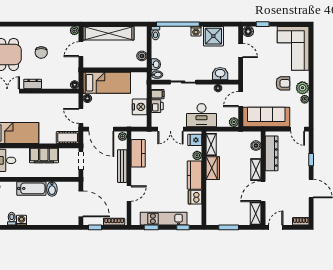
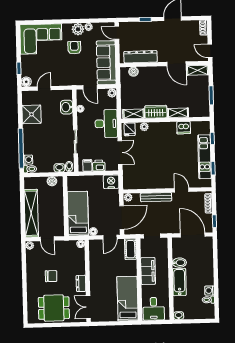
washing machine: (196, 31) -> (28, 160), moved
nightstand: (140, 107) -> (111, 182), moved
door: (298, 129) -> (117, 33), swing flipped
kitchen counter: (138, 153) -> (144, 182), removed
shelving: (256, 170) -> (178, 113), moved
kitchen counter: (194, 175) -> (163, 129), removed
door: (81, 204) -> (193, 235), hinge flipped

